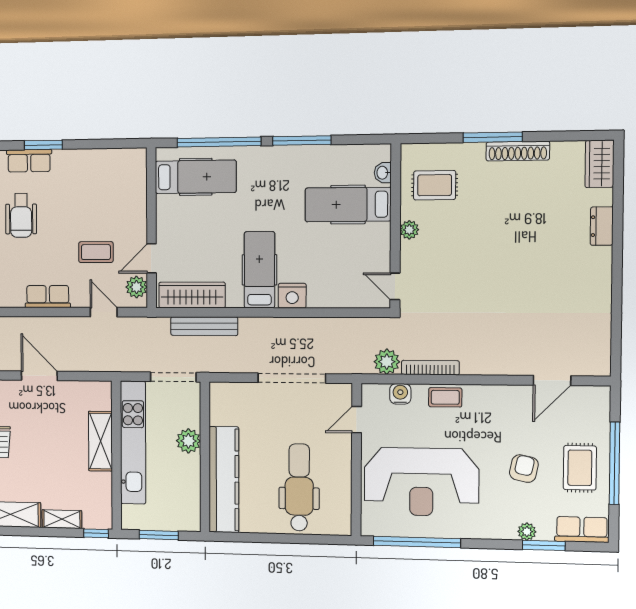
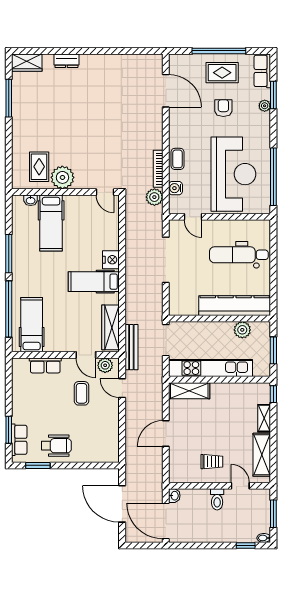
window: (493, 137) -> (9, 98), moved
shoe rack: (518, 151) -> (18, 114), removed
plant: (409, 230) -> (62, 177), width x1.87, depth x1.87
door: (395, 286) -> (105, 192), hinge flipped
row of seats: (48, 297) -> (45, 365), moved, turned -90
door: (104, 312) -> (122, 388), hinge flipped
bench: (204, 326) -> (131, 347), moved
door: (552, 380) -> (166, 91), width x1.36
shelving: (100, 441) -> (189, 391), moved
plant: (188, 441) -> (242, 330), moved
armchair: (524, 469) -> (223, 108), turned 78

